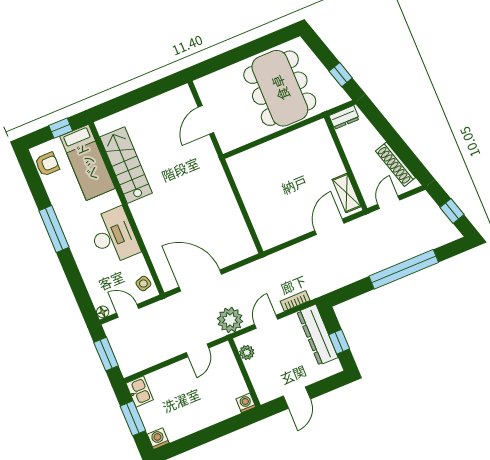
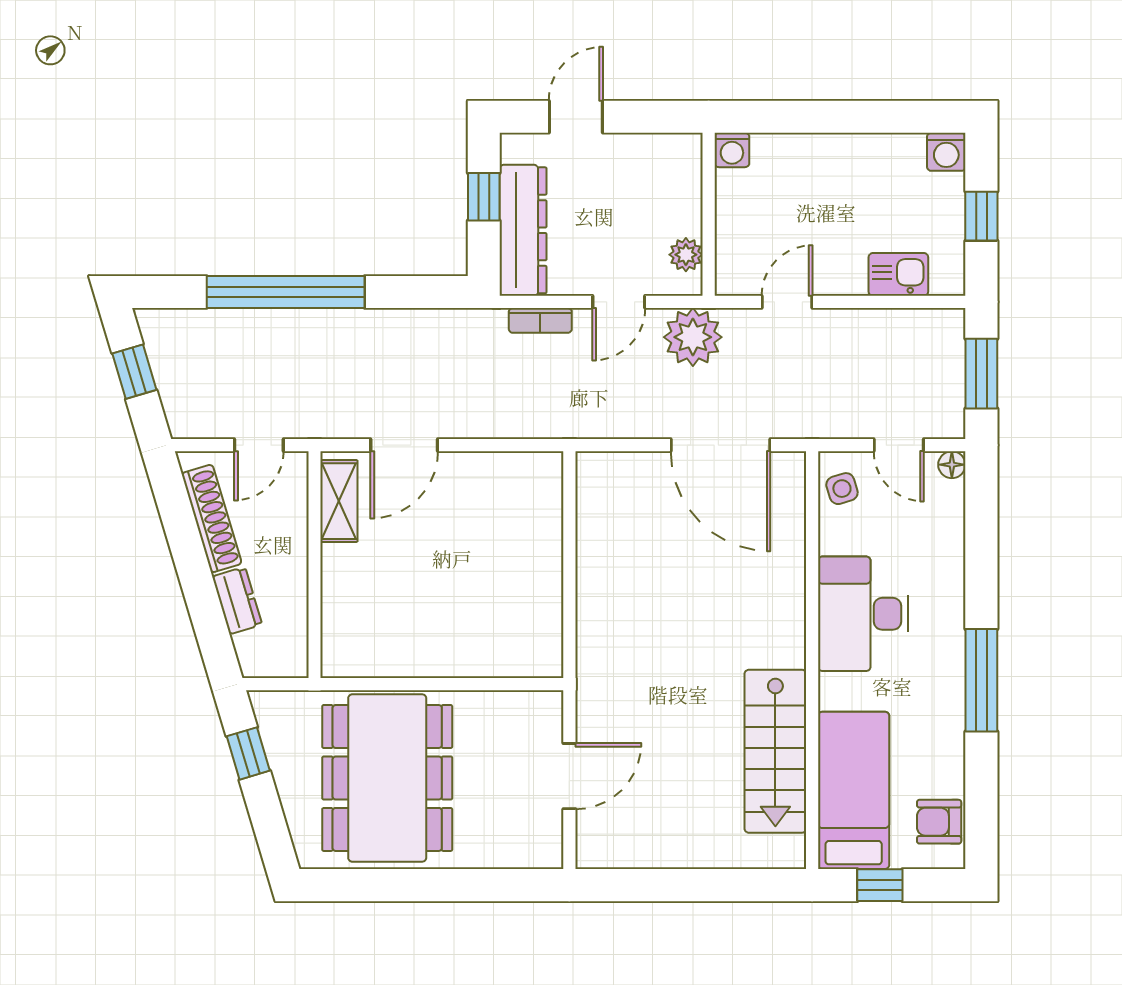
dresser: (344, 117) -> (237, 601), moved, turned 73
kitchen sink: (140, 391) -> (898, 274), moved, turned 90
door: (297, 398) -> (576, 117), moved
window: (133, 418) -> (981, 216), width x0.67

